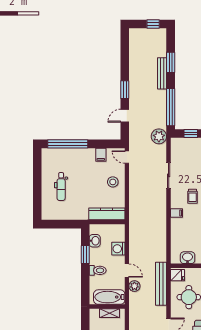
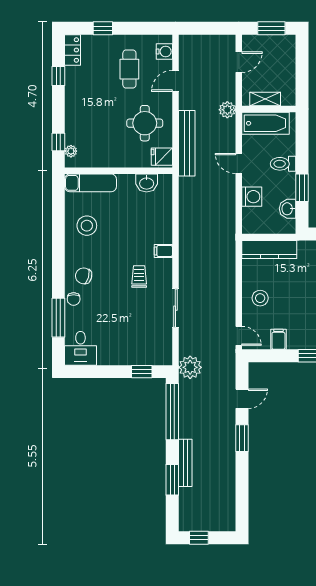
plant: (134, 286) -> (227, 110), moved

